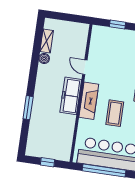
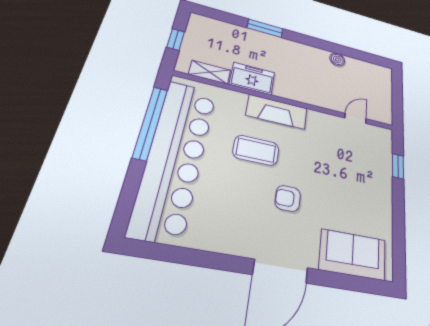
shelving: (47, 41) -> (210, 72), moved
door: (85, 67) -> (356, 118), moved
freezer: (71, 96) -> (252, 79), moved, width x0.71

